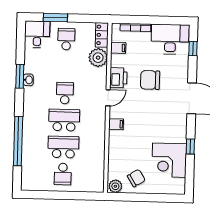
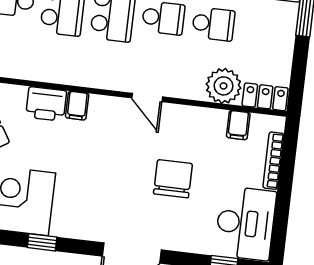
school desk: (66, 39) -> (213, 24), moved
printer: (118, 78) -> (46, 104), moved
filing cabinet: (116, 124) -> (77, 106), moved

